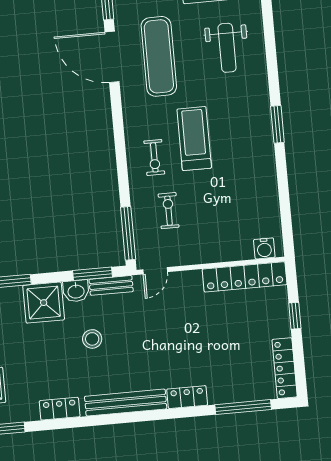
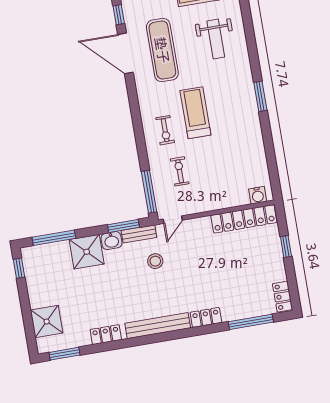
stool: (92, 339) -> (155, 261), moved
locker: (285, 368) -> (283, 297), width x0.66

